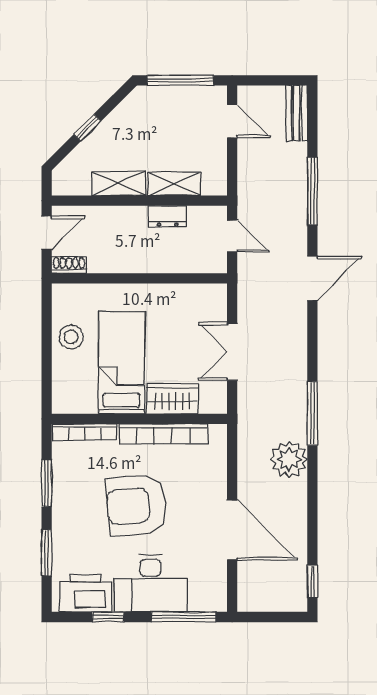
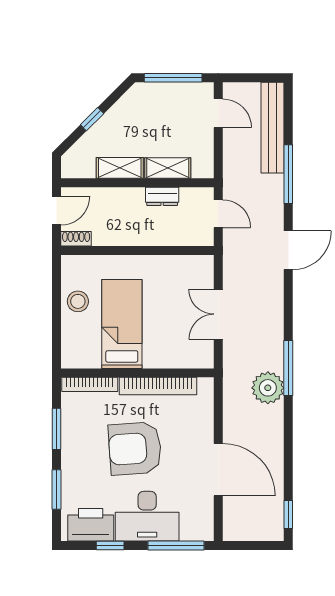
bench: (297, 113) -> (273, 128), width x1.86, depth x1.21
wardrobe: (172, 399) -> (166, 355), removed
plant: (289, 459) -> (268, 388), moved

